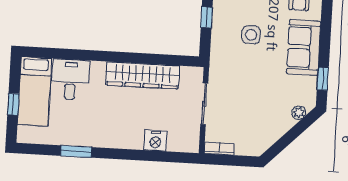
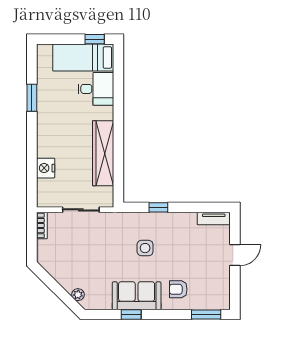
window: (323, 79) -> (131, 314), moved
window: (13, 104) -> (95, 39), moved

